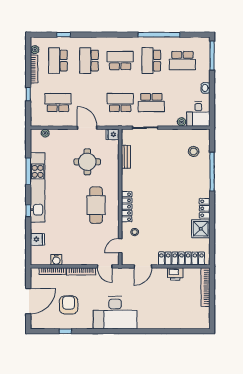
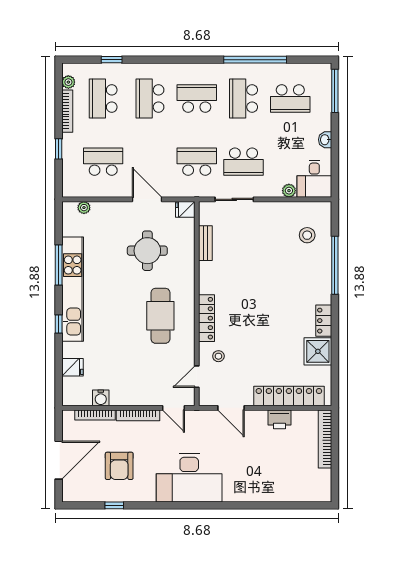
door: (143, 266) -> (231, 408), hinge flipped
armchair: (69, 305) -> (119, 466), turned 180

